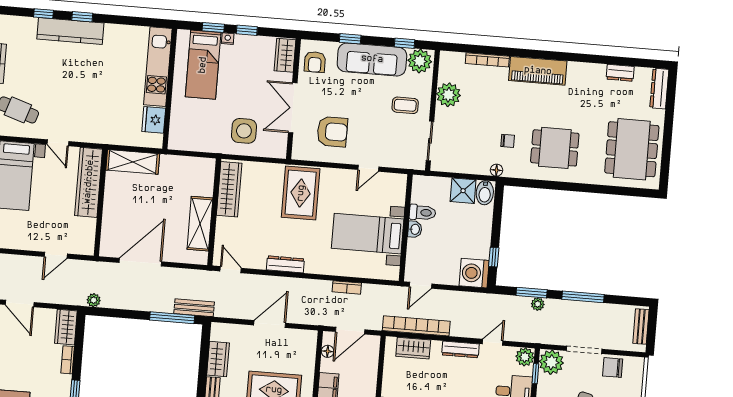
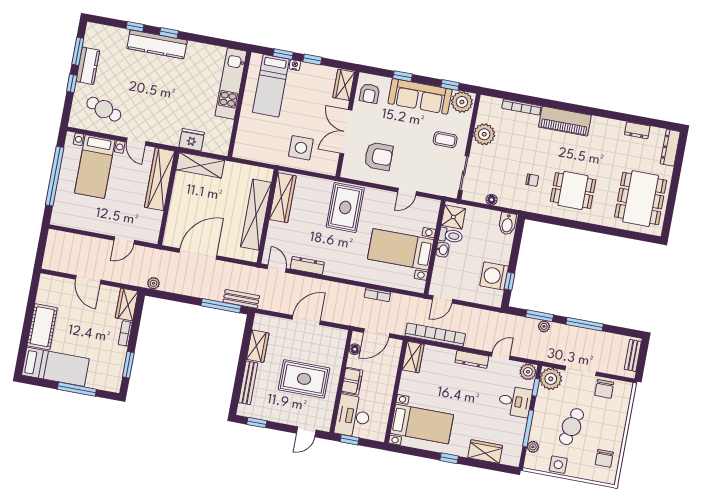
fridge: (154, 120) -> (192, 140), moved, turned 90
floor lamp: (497, 170) -> (492, 200), moved
shower: (463, 191) -> (453, 217), moved
shelving: (200, 224) -> (256, 215), width x1.47
dresser: (285, 264) -> (307, 266), moved
washing machine: (474, 273) -> (494, 276), moved
wardrobe: (413, 348) -> (413, 357), moved, turned -90
chair: (613, 367) -> (604, 389), turned -90

